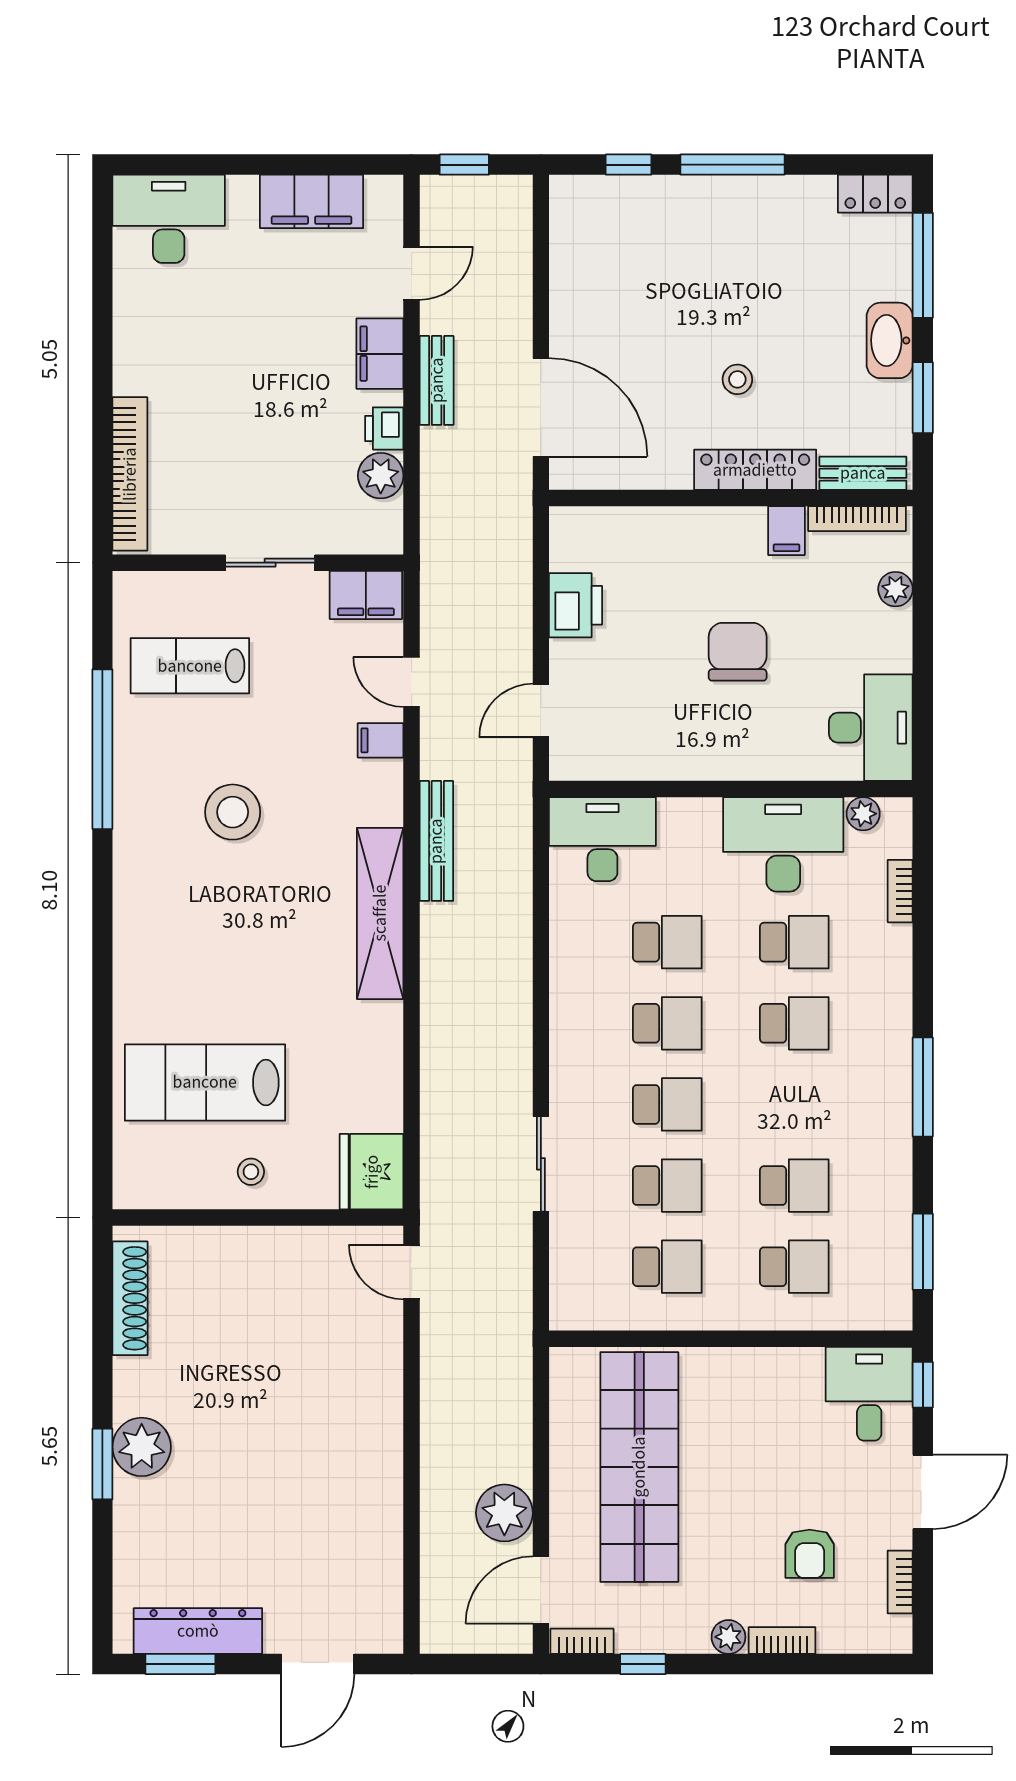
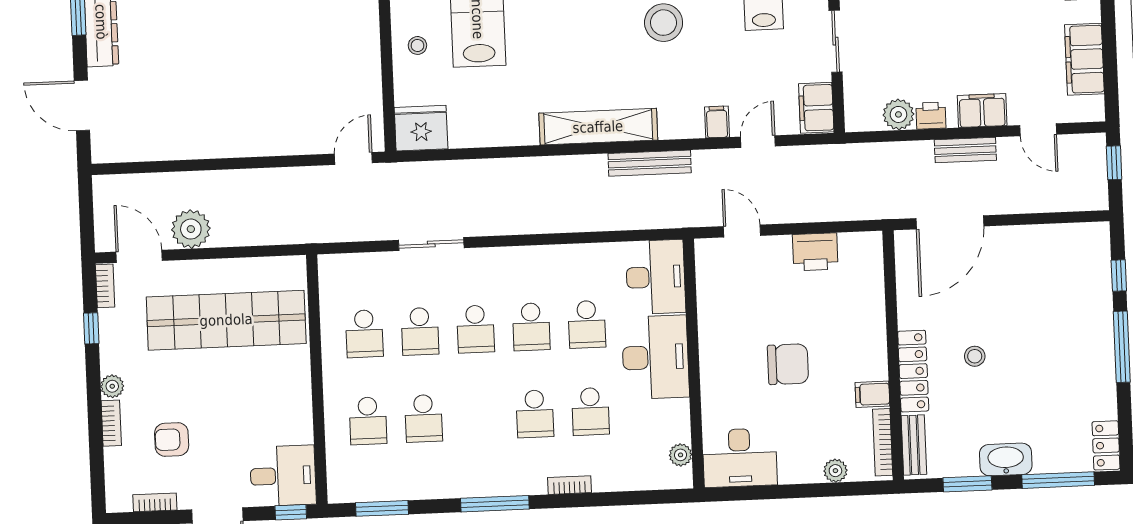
desk: (783, 844) -> (655, 357), moved
bookcase: (900, 891) -> (569, 485), moved

